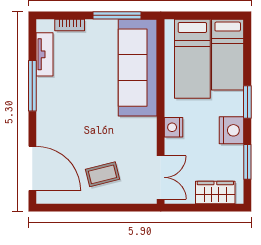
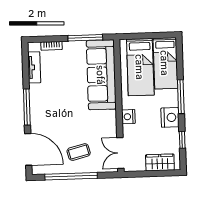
window: (32, 86) -> (27, 107), moved
window: (247, 102) -> (181, 97), width x1.44
window: (247, 162) -> (182, 140), width x0.67
double door: (161, 177) -> (120, 153), swing flipped
window: (91, 208) -> (71, 176), added

